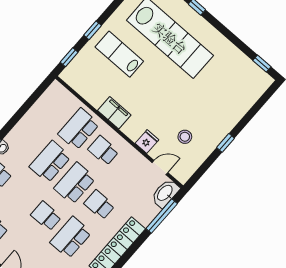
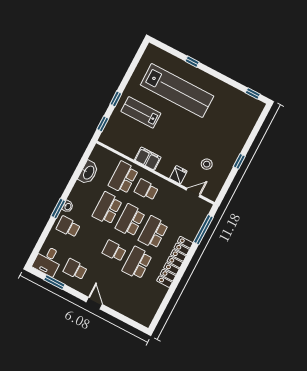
washbasin: (165, 193) -> (88, 172), moved, turned 180
school desk: (99, 205) -> (153, 232), width x1.85

